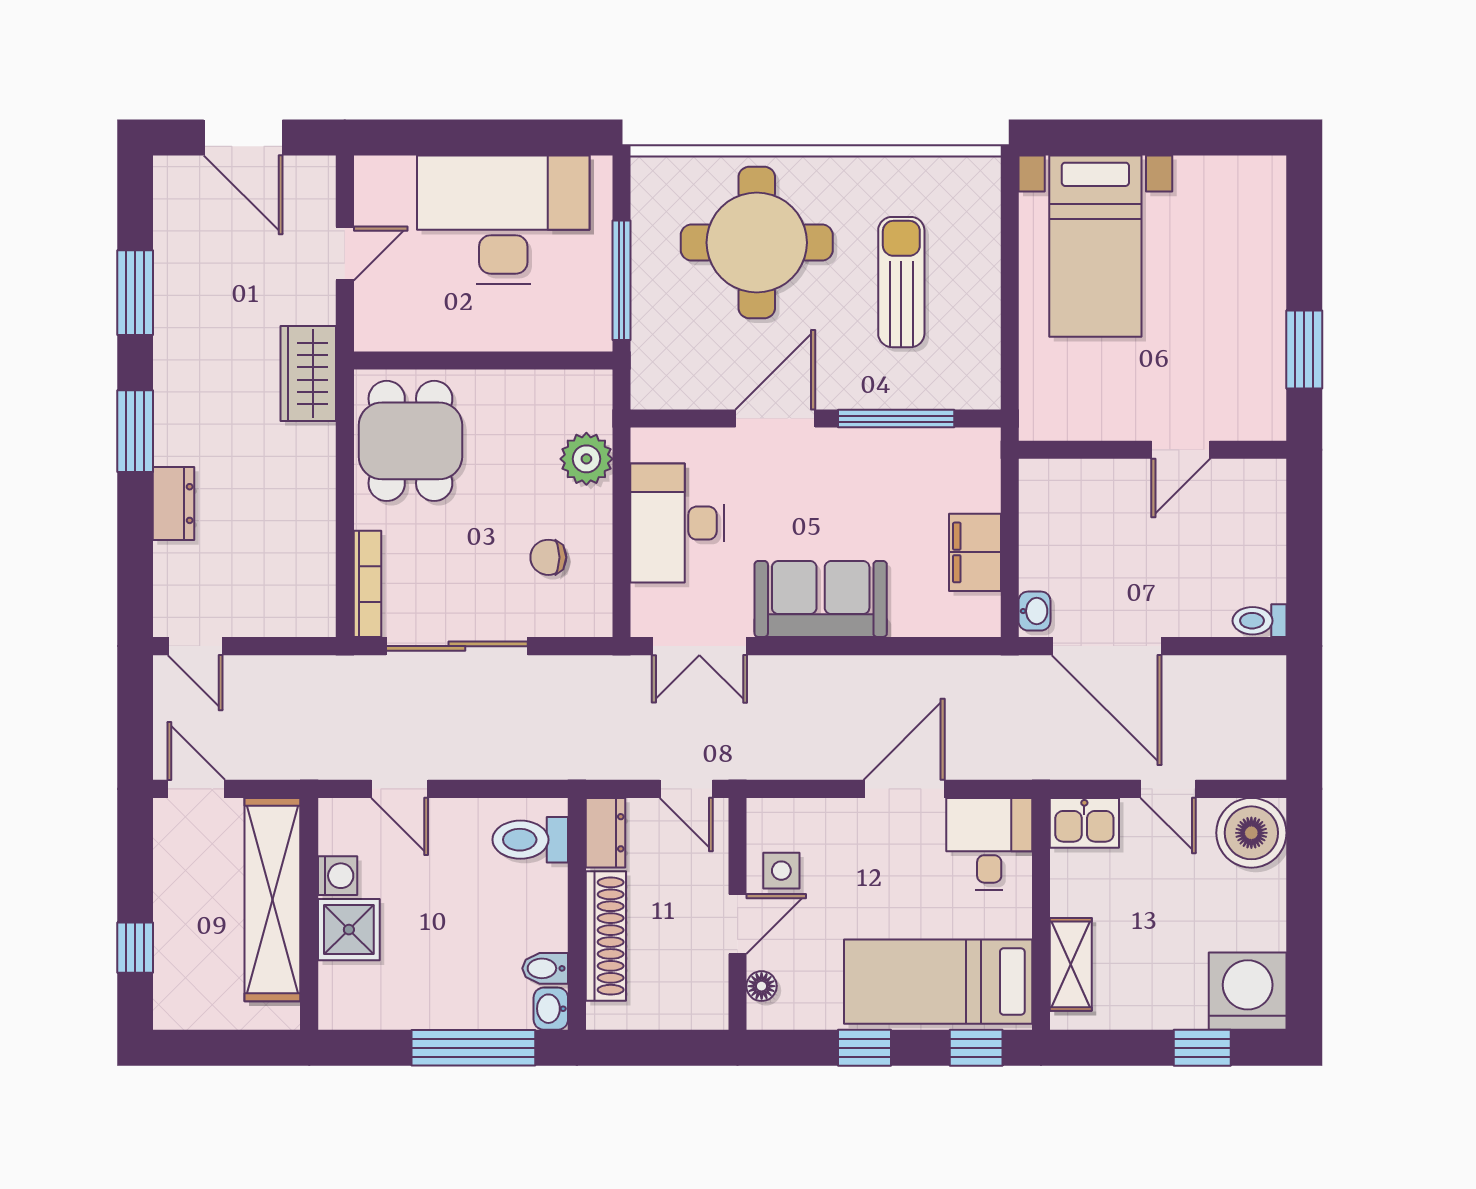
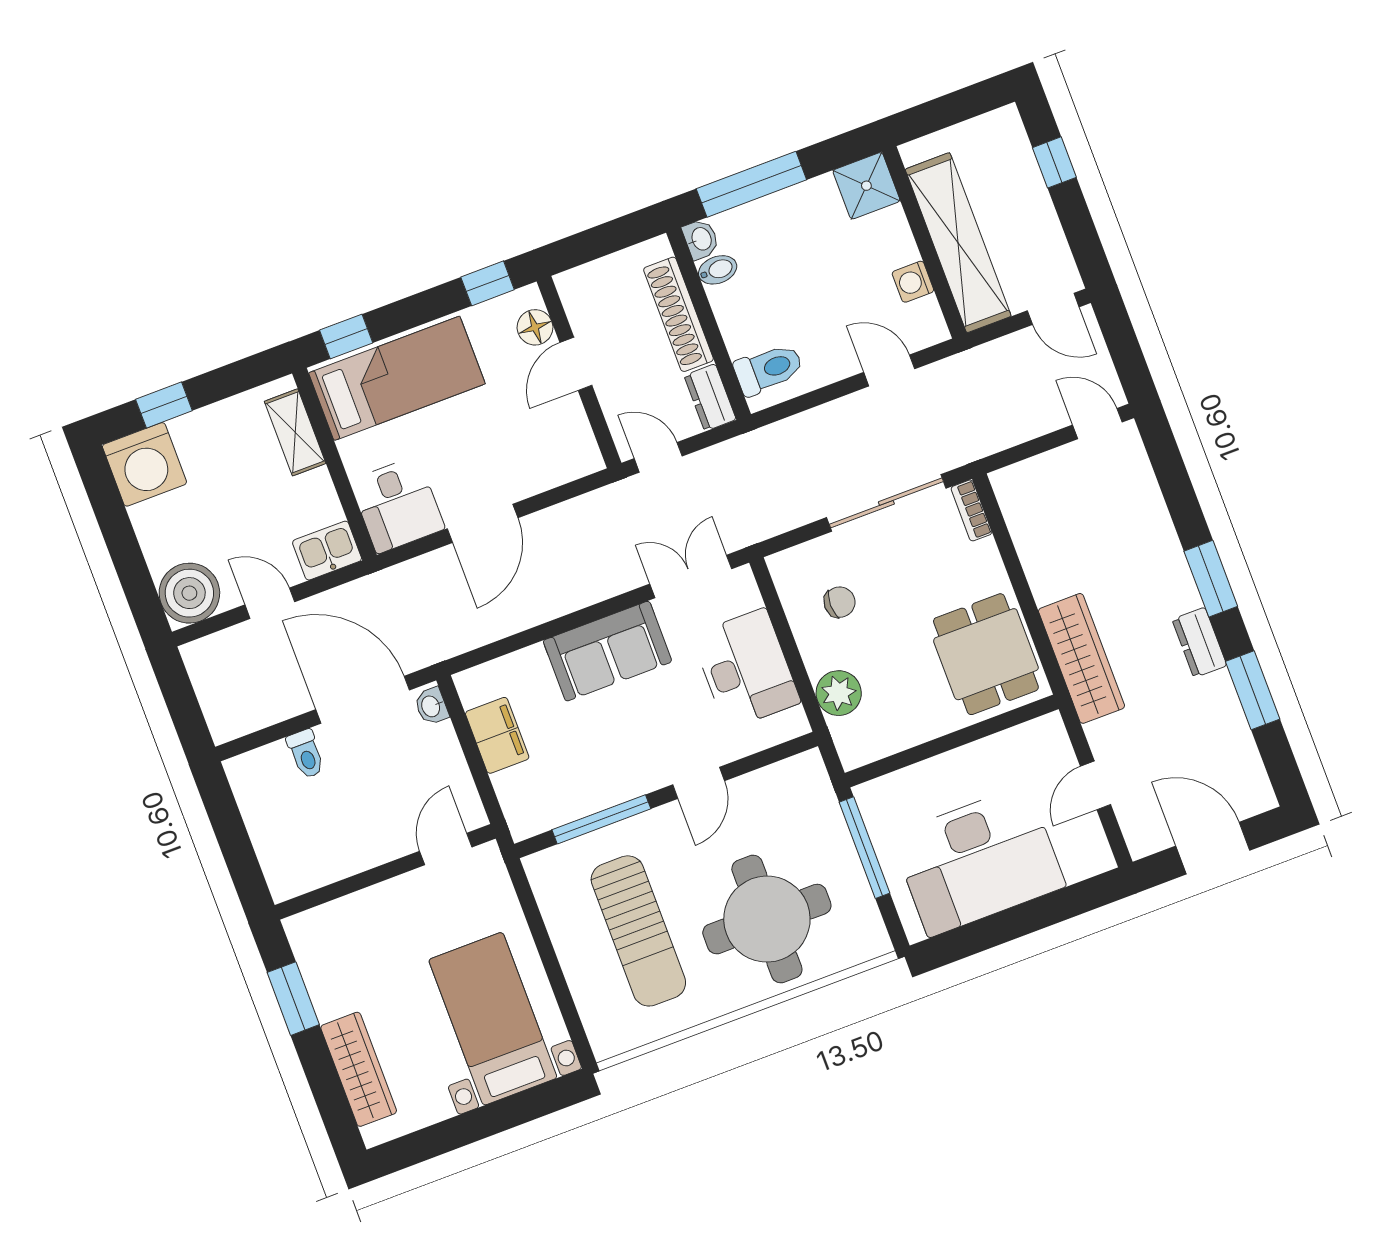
wardrobe: (1262, 246) -> (359, 1069), added
sun lounger: (901, 282) -> (638, 931), width x1.36, depth x1.34
wardrobe: (308, 373) -> (1081, 658), width x1.50
door: (775, 419) -> (699, 783), width x0.73
door: (1181, 450) -> (446, 849), moved
dresser: (174, 504) -> (1199, 642), moved
bookcase: (367, 584) -> (971, 510), width x0.64
toilet: (1260, 621) -> (306, 754), moved, turned 90
side table: (781, 871) -> (557, 420), removed
shower: (349, 930) -> (866, 186), moved
floor lamp: (762, 986) -> (535, 327), width x1.37, depth x1.37
window: (864, 1048) -> (488, 283), moved

